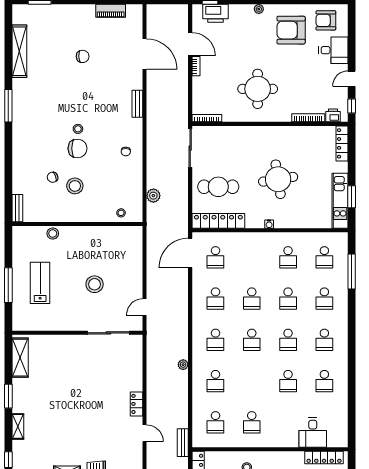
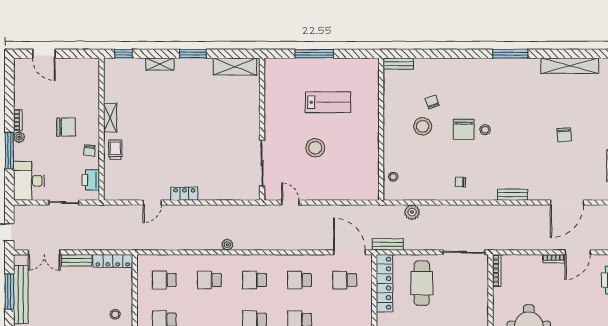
stool: (53, 233) -> (371, 102), removed
lab bench: (40, 283) -> (328, 102), moved
bench: (183, 443) -> (388, 244), moved

